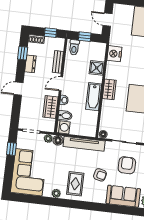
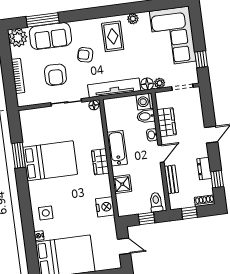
window: (126, 210) -> (43, 20), added

